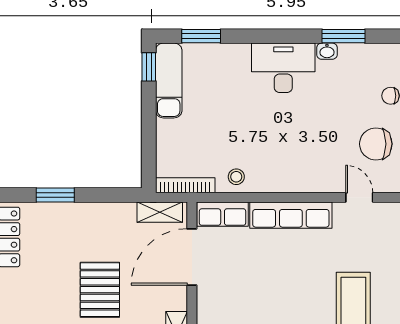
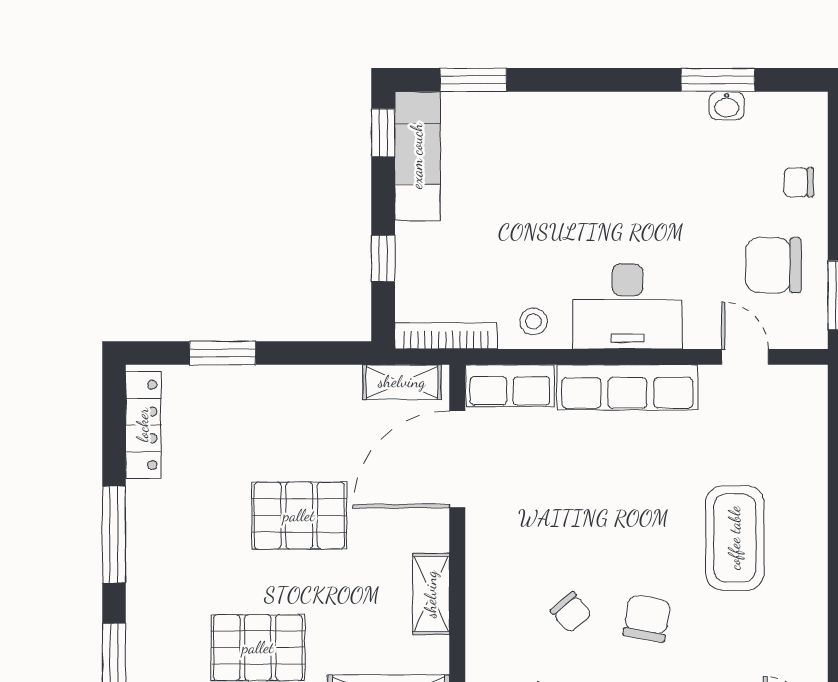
washbasin: (327, 51) -> (727, 106), moved
desk: (283, 68) -> (627, 306), moved, turned 180
window: (149, 140) -> (383, 258), added
pallet: (100, 290) -> (299, 516), turned 90

